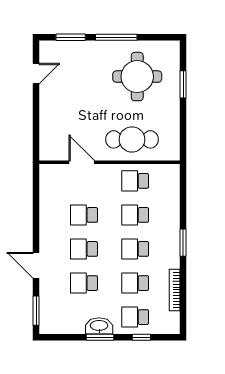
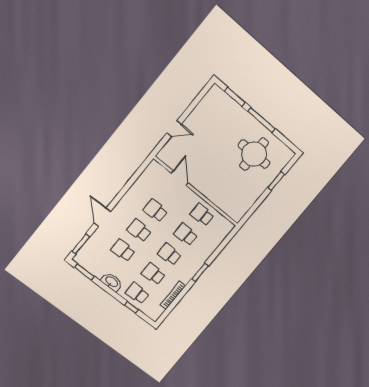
door: (36, 74) -> (174, 129), moved
cafe table: (132, 139) -> (220, 189), removed
window: (100, 337) -> (84, 272), moved

